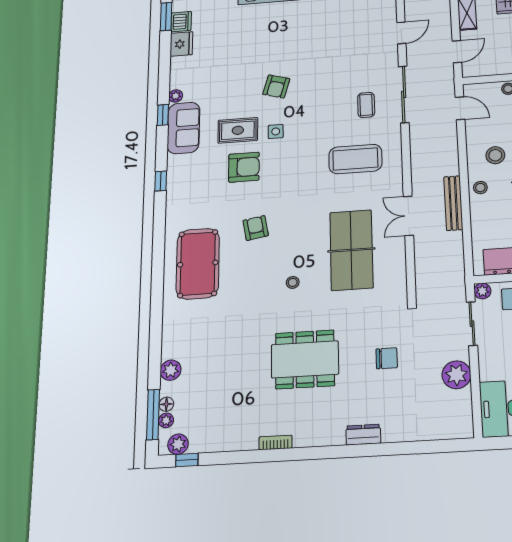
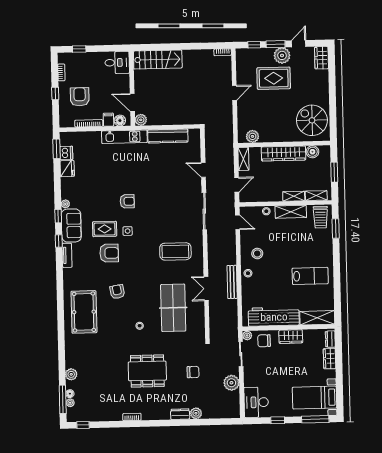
door: (401, 33) -> (203, 170), swing flipped
armchair: (276, 87) -> (127, 201), turned -106
coffee table: (366, 105) -> (182, 217), removed
tv unit: (174, 174) -> (67, 255), added
window: (161, 181) -> (59, 241), moved
plant: (178, 444) -> (196, 413), moved

